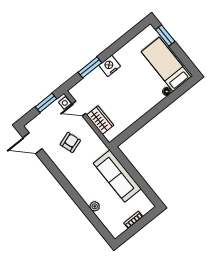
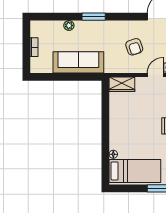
wardrobe: (100, 120) -> (122, 84), moved
window: (72, 193) -> (94, 17), added

